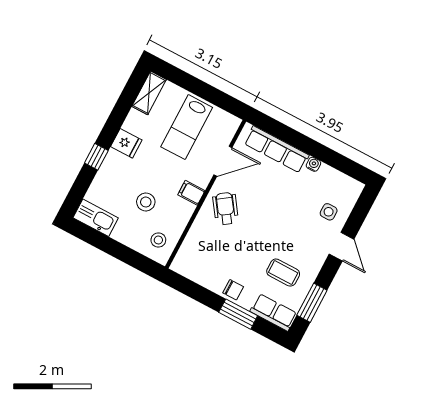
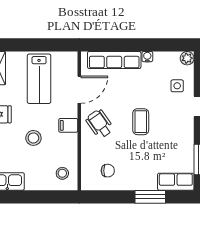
plant: (355, 188) -> (187, 58), added
stool: (146, 202) -> (33, 138), moved
coffee table: (283, 273) -> (141, 122), moved, turned 90
chair: (233, 290) -> (108, 171), moved

